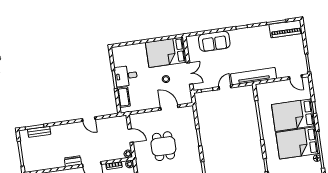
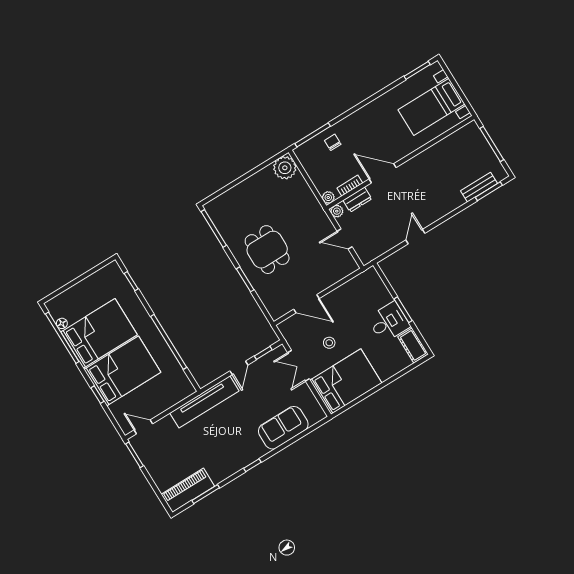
cot: (124, 97) -> (413, 345), moved
door: (89, 119) -> (415, 237), hinge flipped
dining table: (163, 146) -> (267, 250), moved
dresser: (73, 161) -> (357, 200), moved

